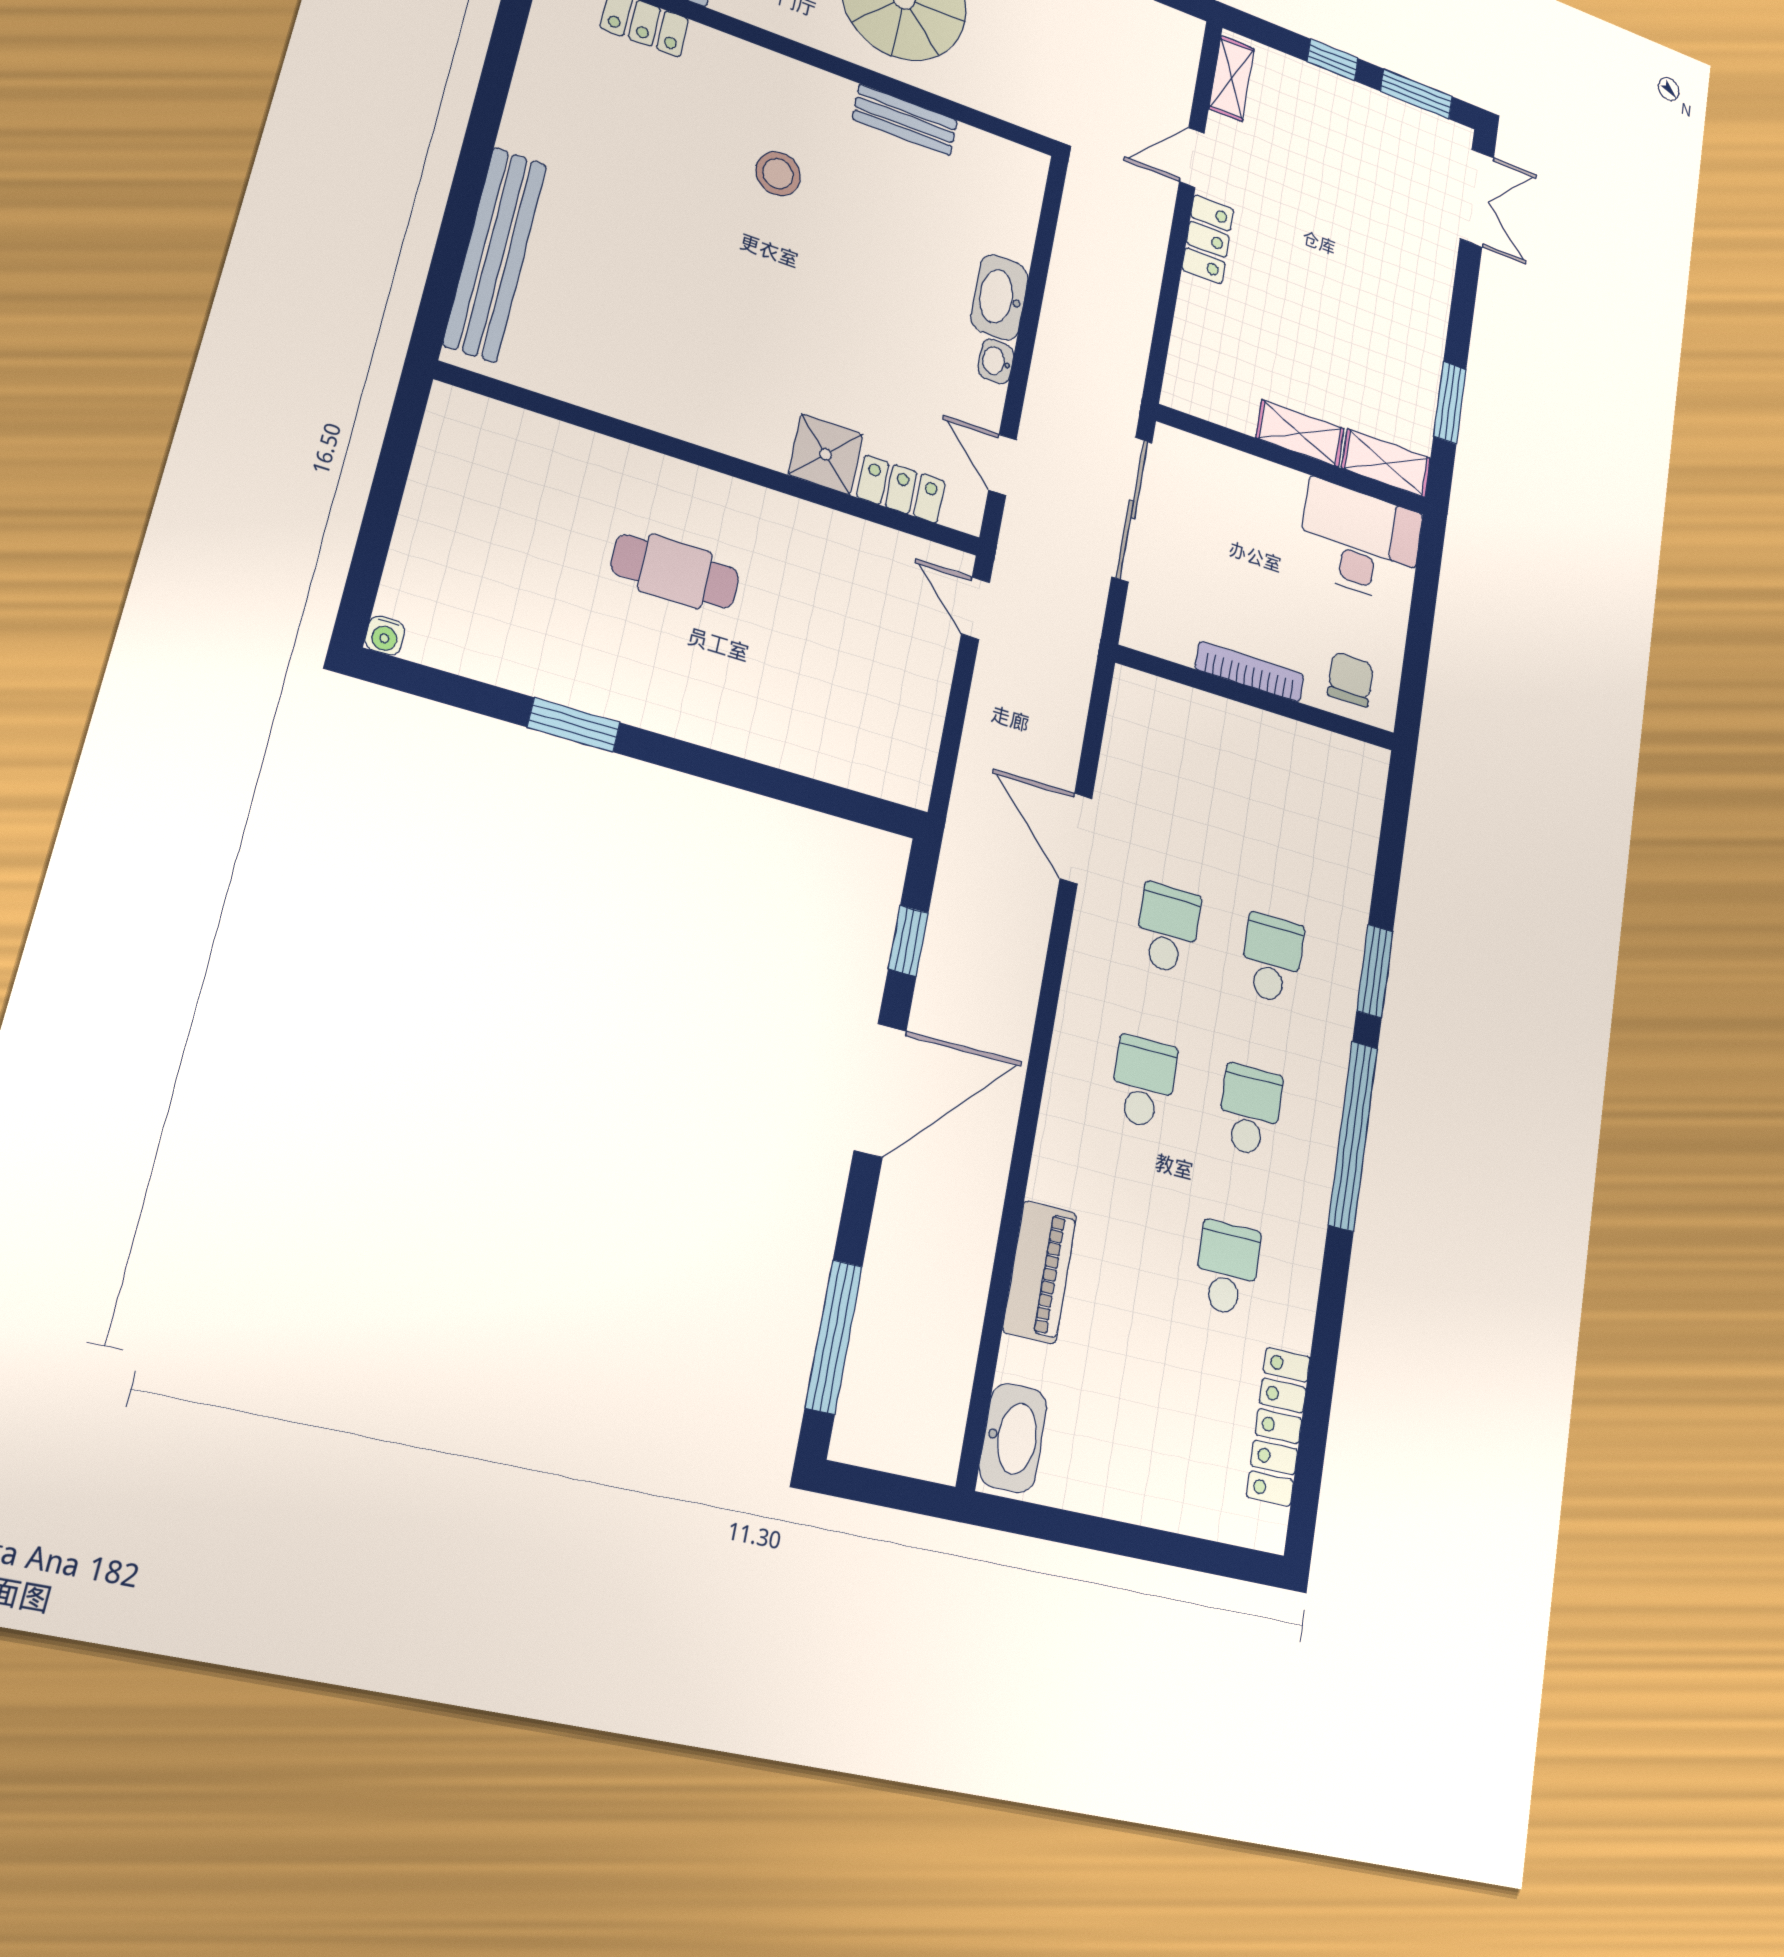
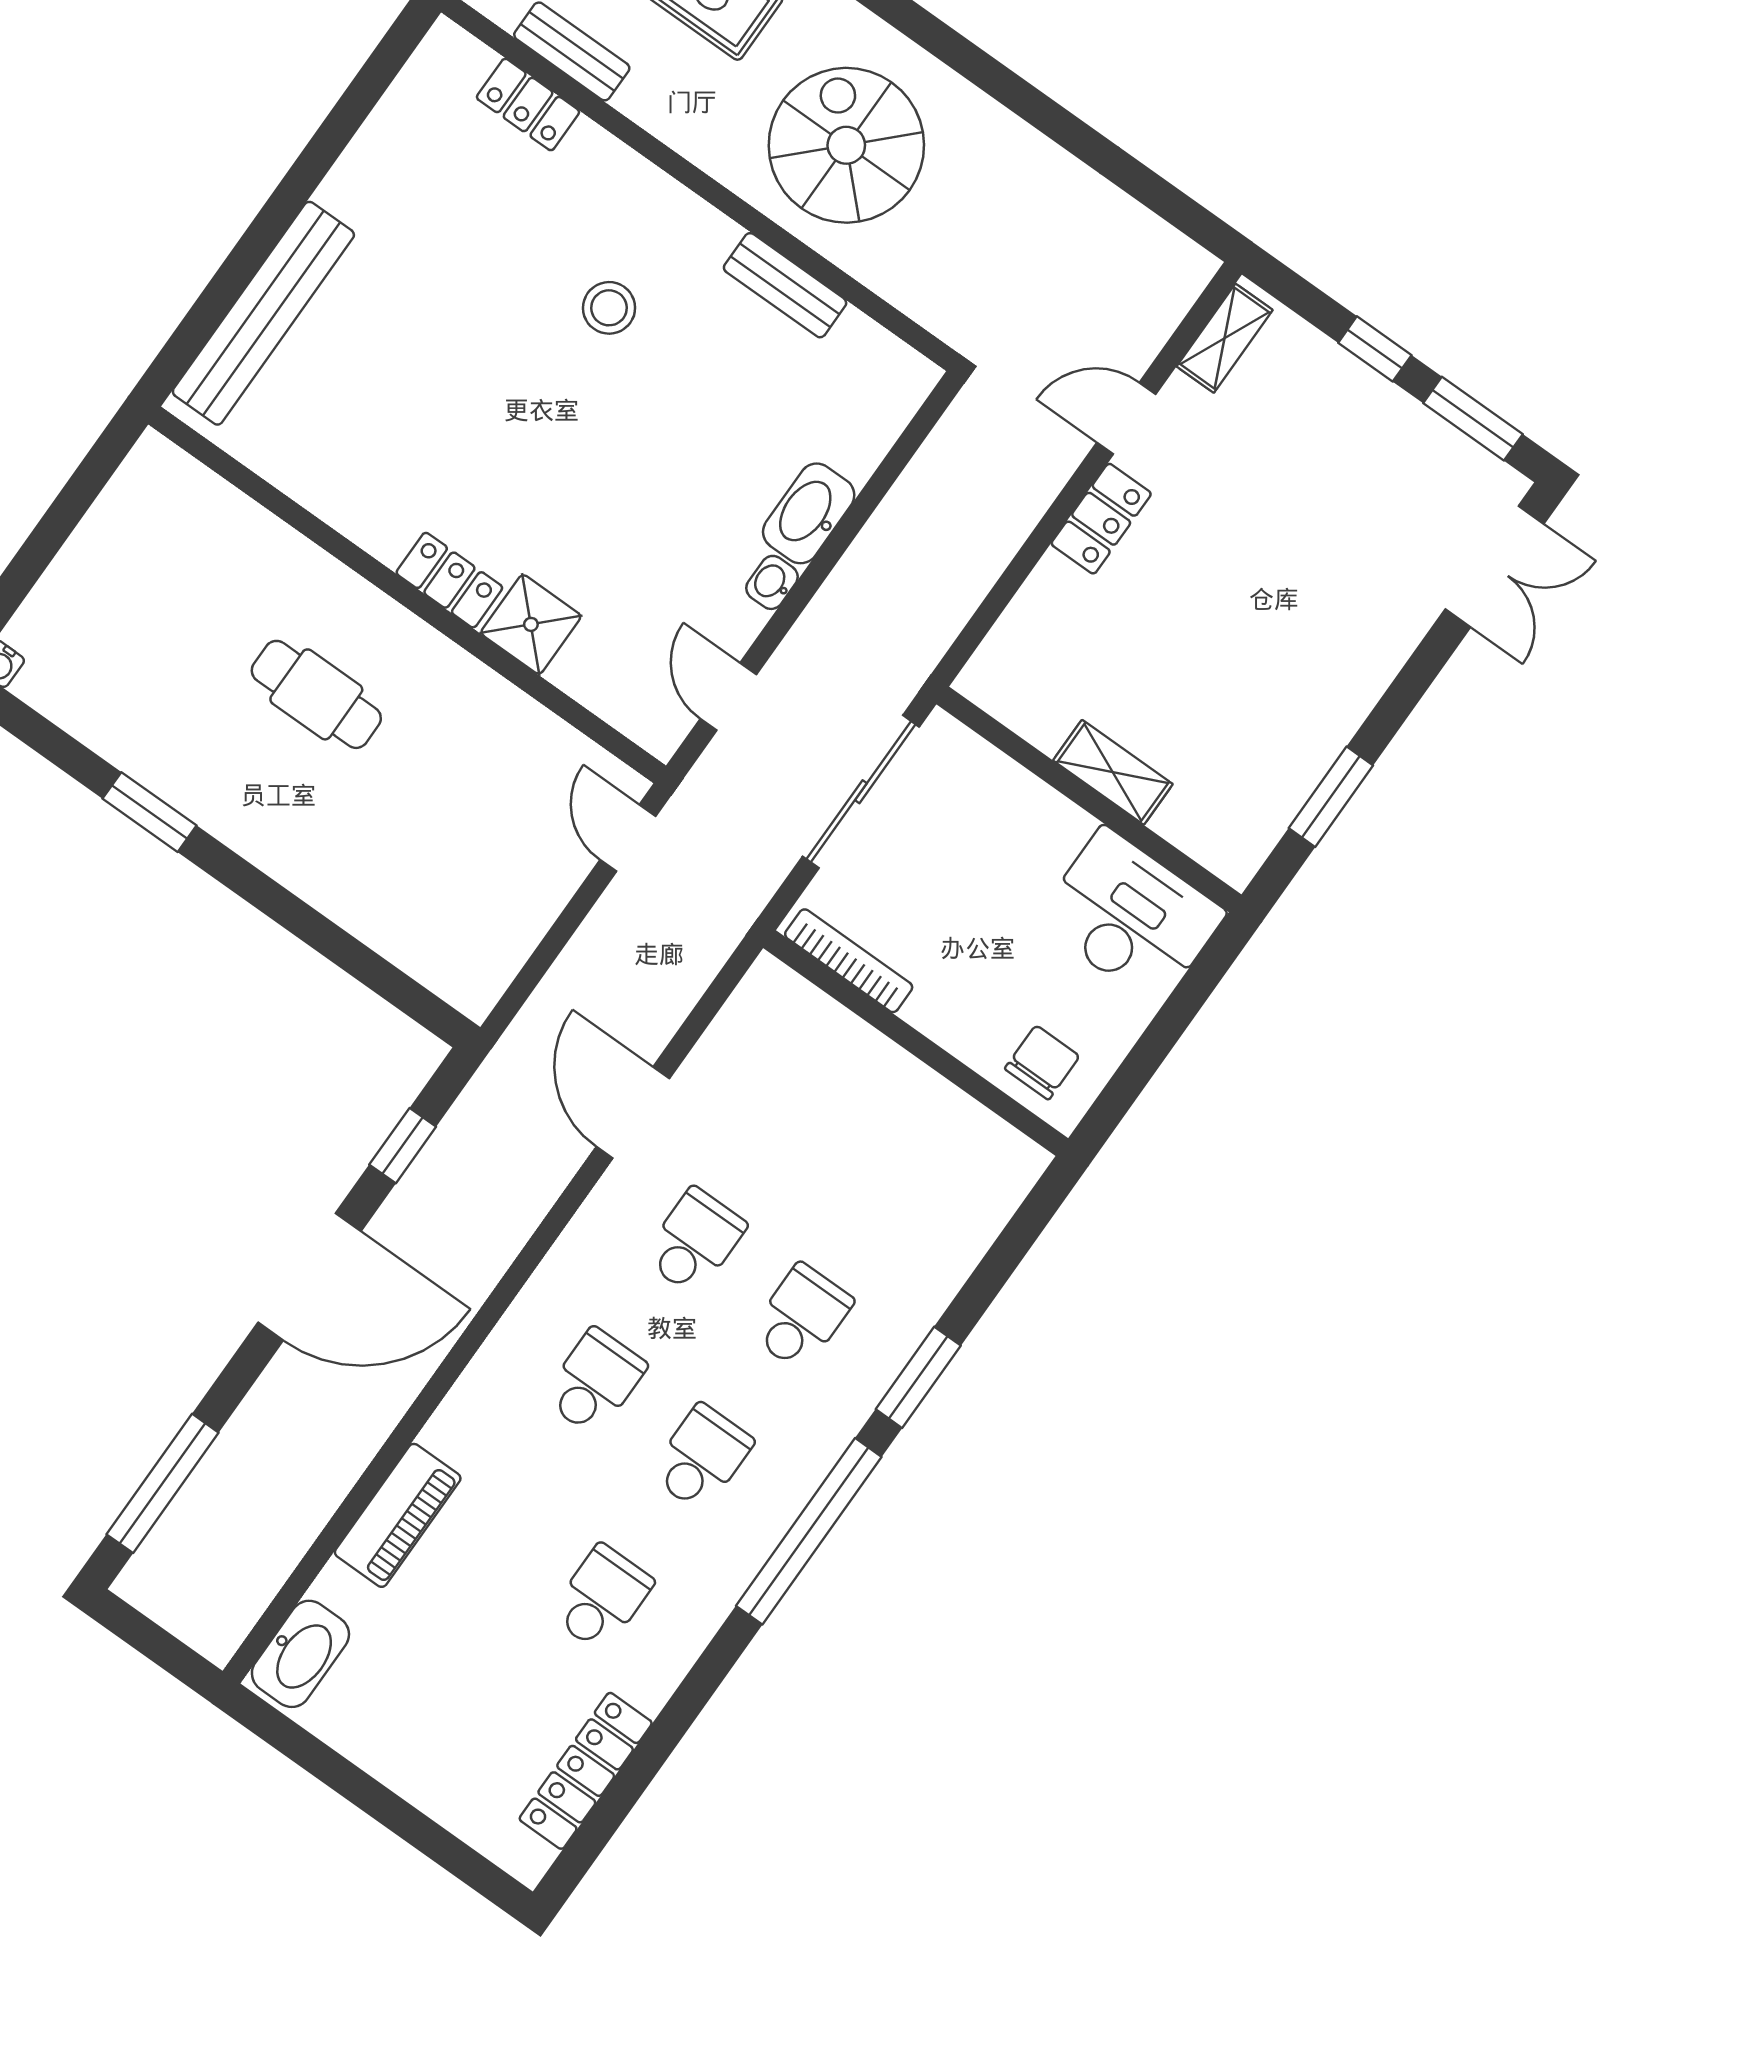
shelving: (1386, 463) -> (1209, 840), removed
locker: (901, 489) -> (449, 580), moved
bookcase: (1250, 672) -> (849, 961), moved

